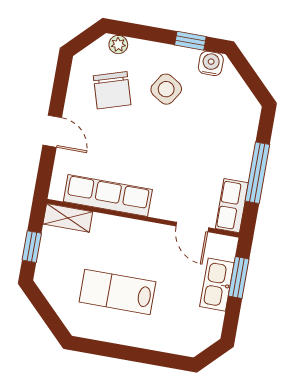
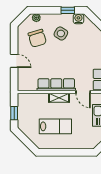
row of seats: (108, 195) -> (56, 85), moved
shelving: (68, 218) -> (59, 98), moved
lab bench: (117, 292) -> (55, 126), turned 180

